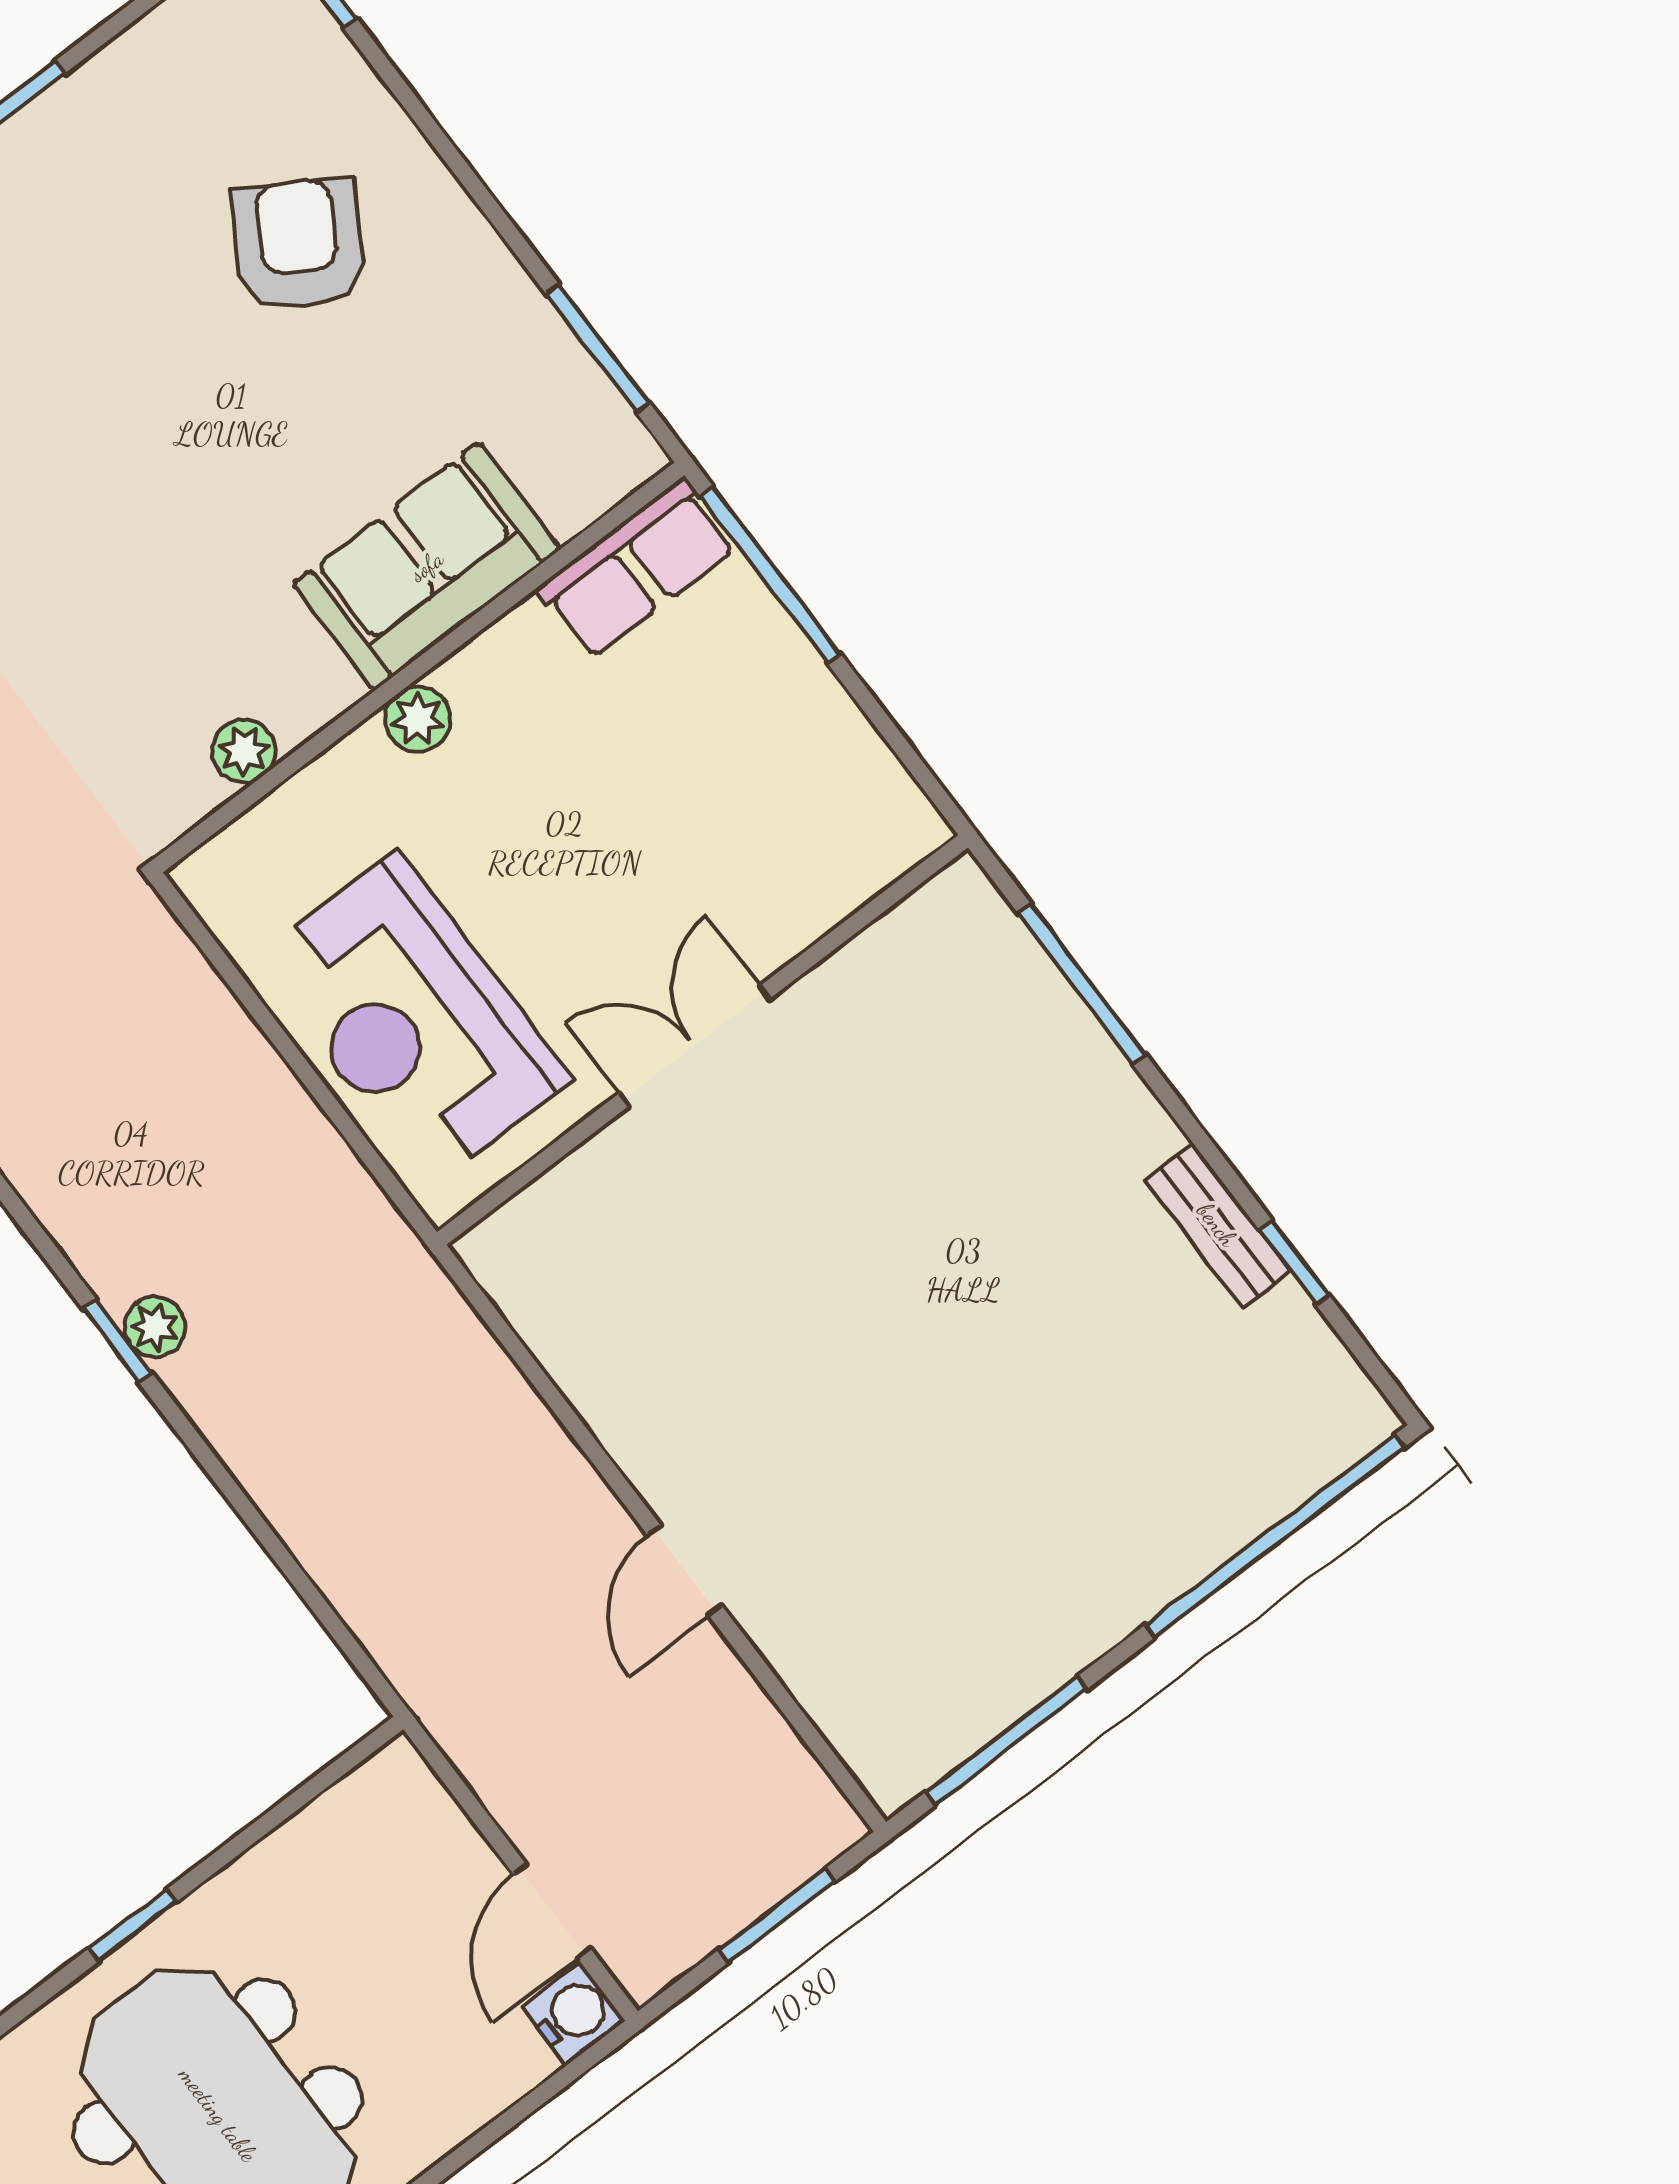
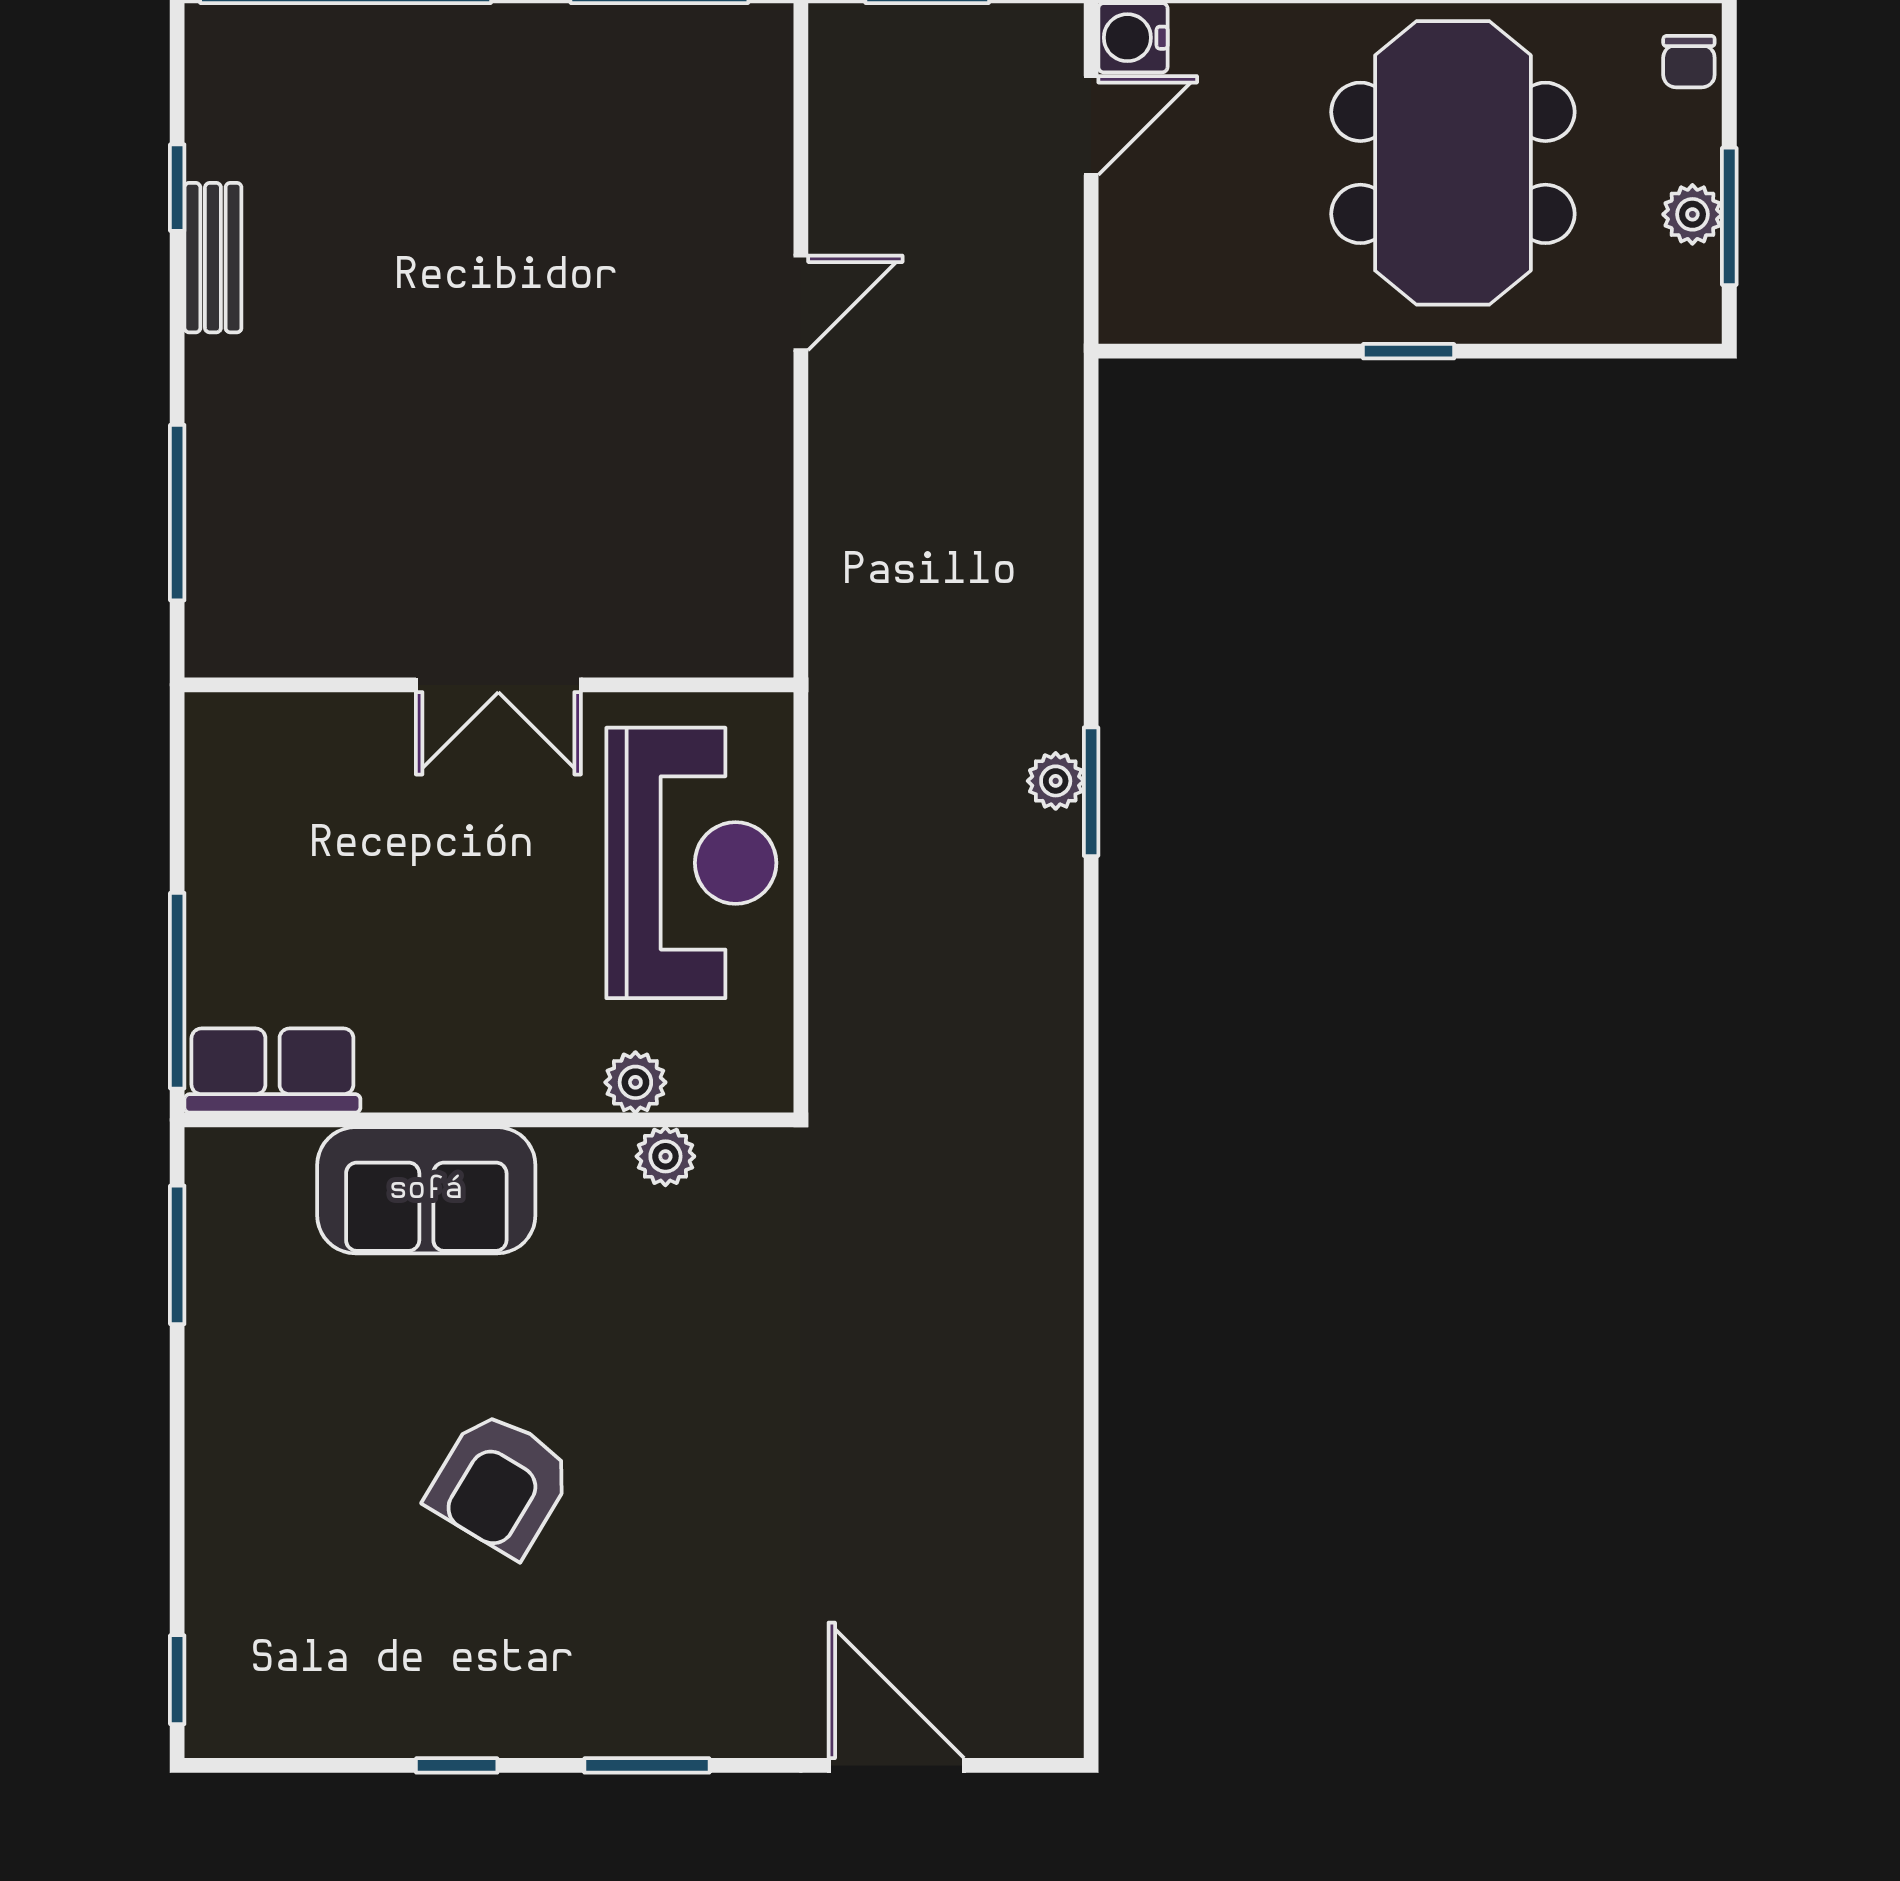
armchair: (298, 245) -> (500, 1484), moved
plant: (418, 719) -> (635, 1082), moved
window: (117, 1341) -> (1091, 792), width x1.50

